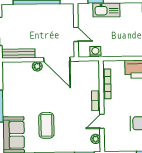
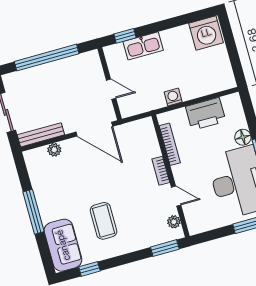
washing machine: (95, 52) -> (173, 97), moved
plant: (37, 66) -> (54, 150), moved
door: (102, 121) -> (176, 196), swing flipped

